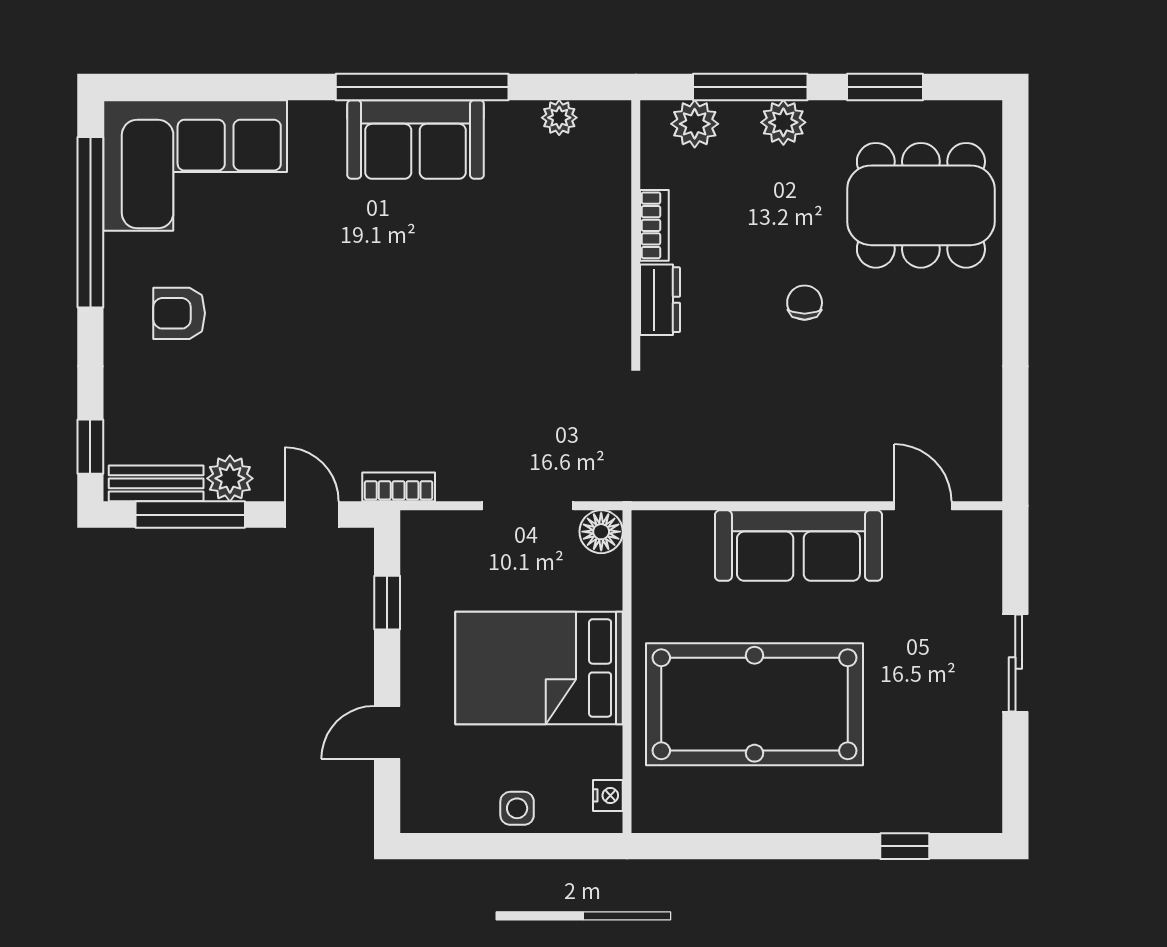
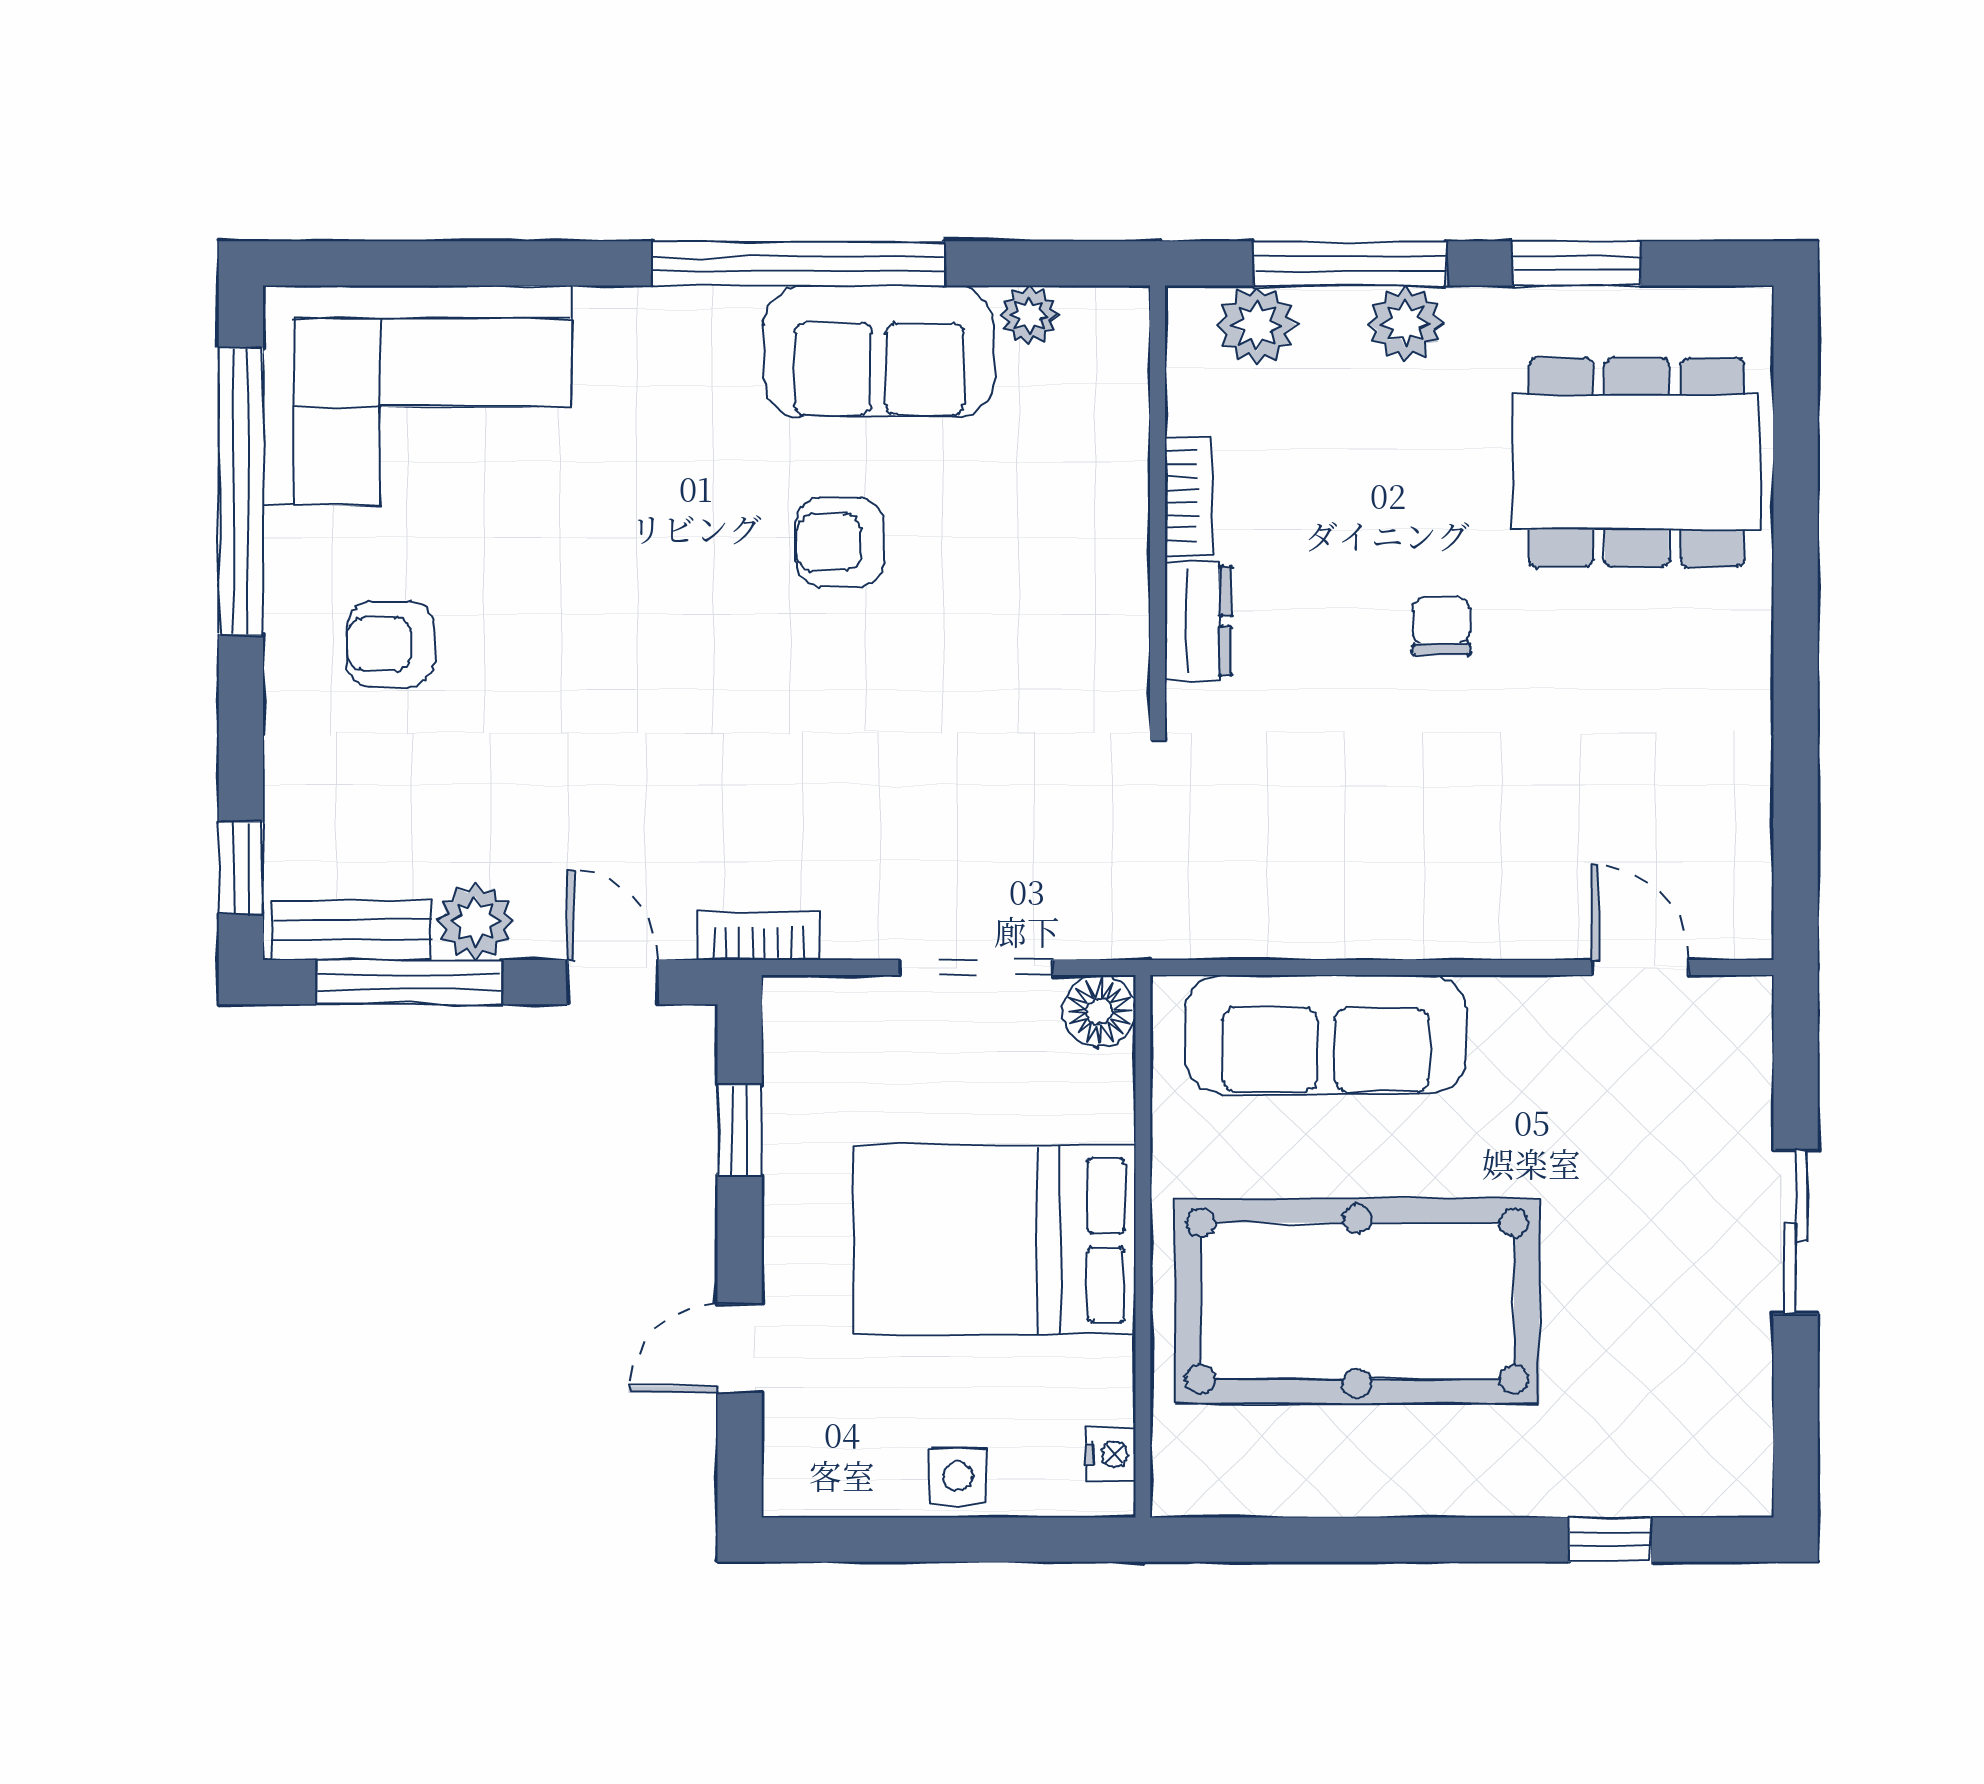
sofa: (416, 139) -> (879, 352), moved
armchair: (447, 253) -> (840, 542), added
sofa: (798, 546) -> (1326, 1034), moved

